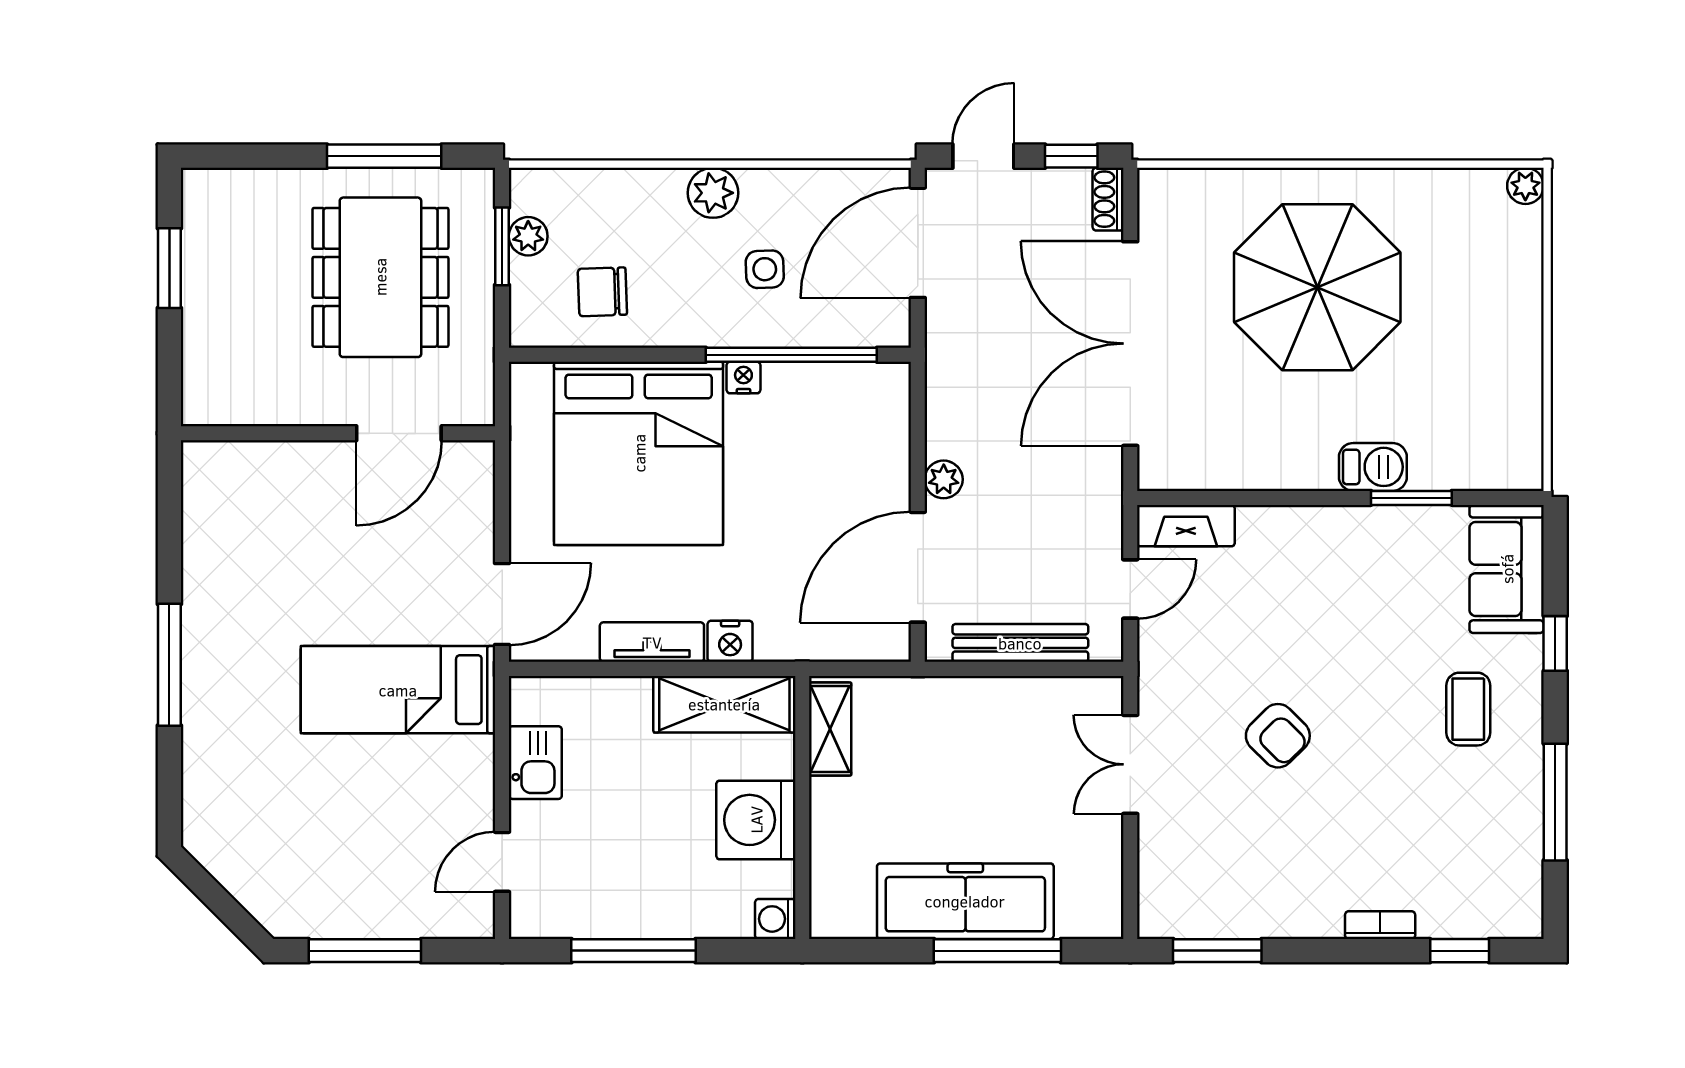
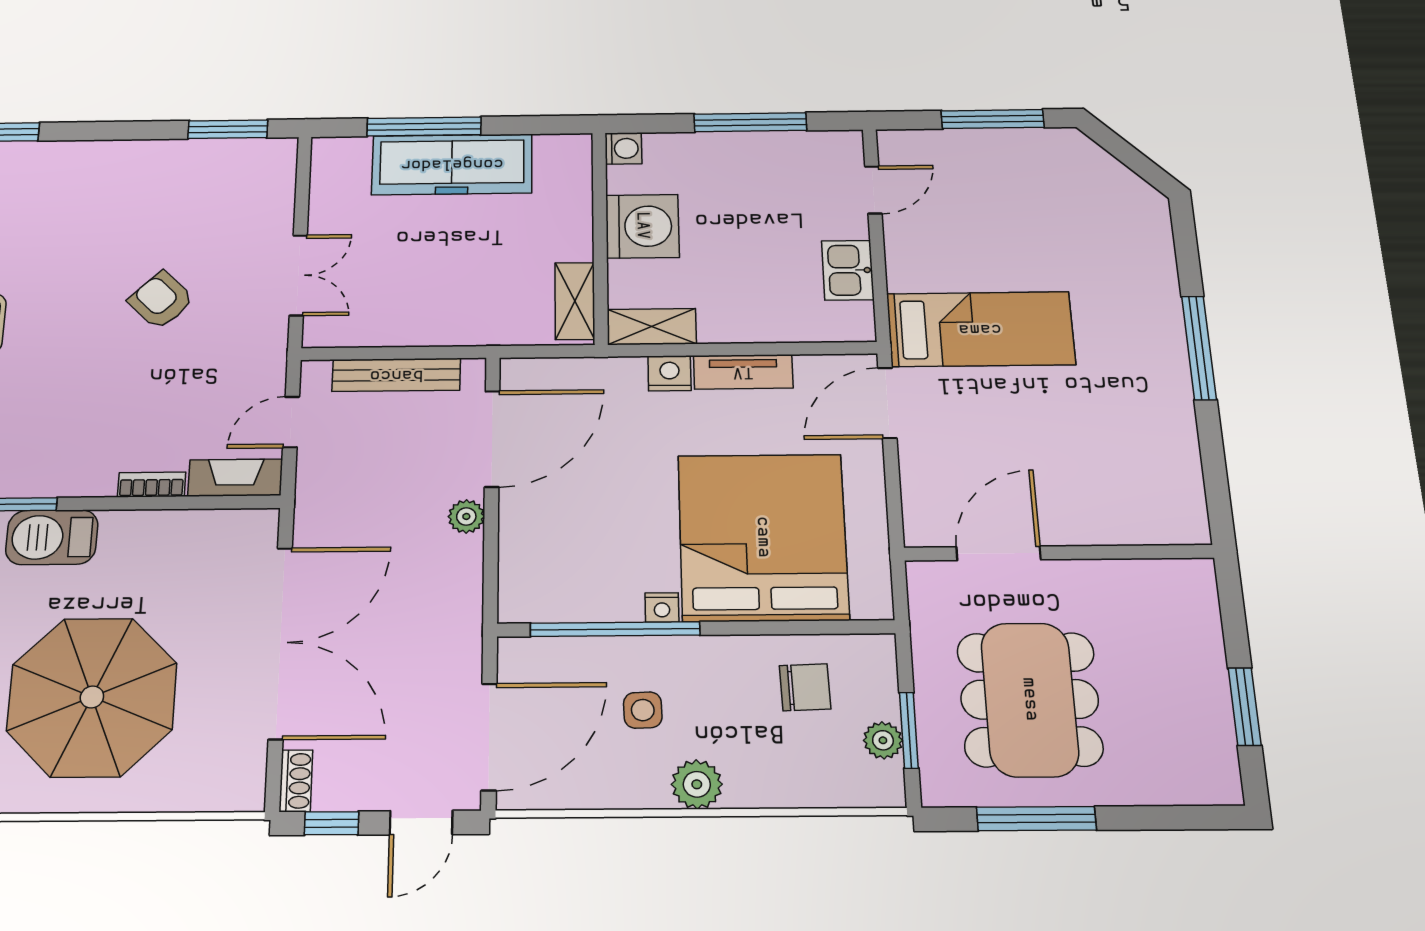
barbecue: (1373, 467) -> (52, 537), width x1.38, depth x1.27
shelving: (724, 704) -> (652, 327), width x0.67, depth x0.75
bookcase: (1380, 925) -> (152, 485), moved, turned 180

